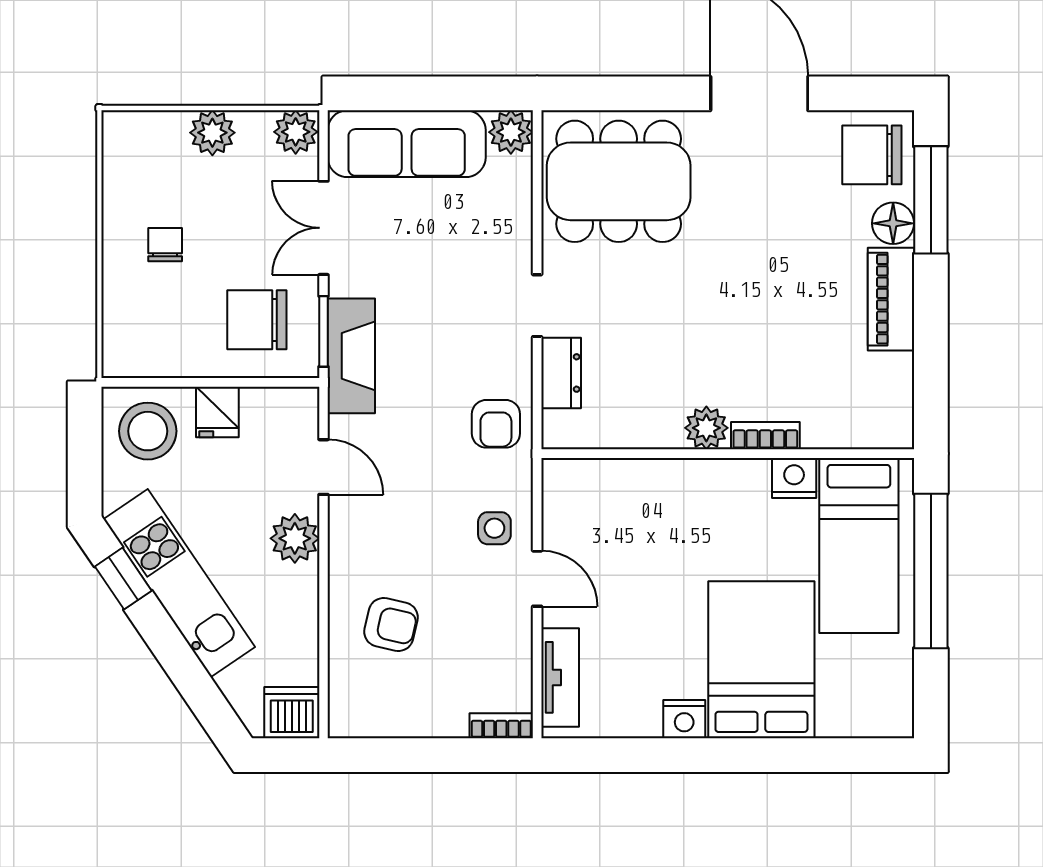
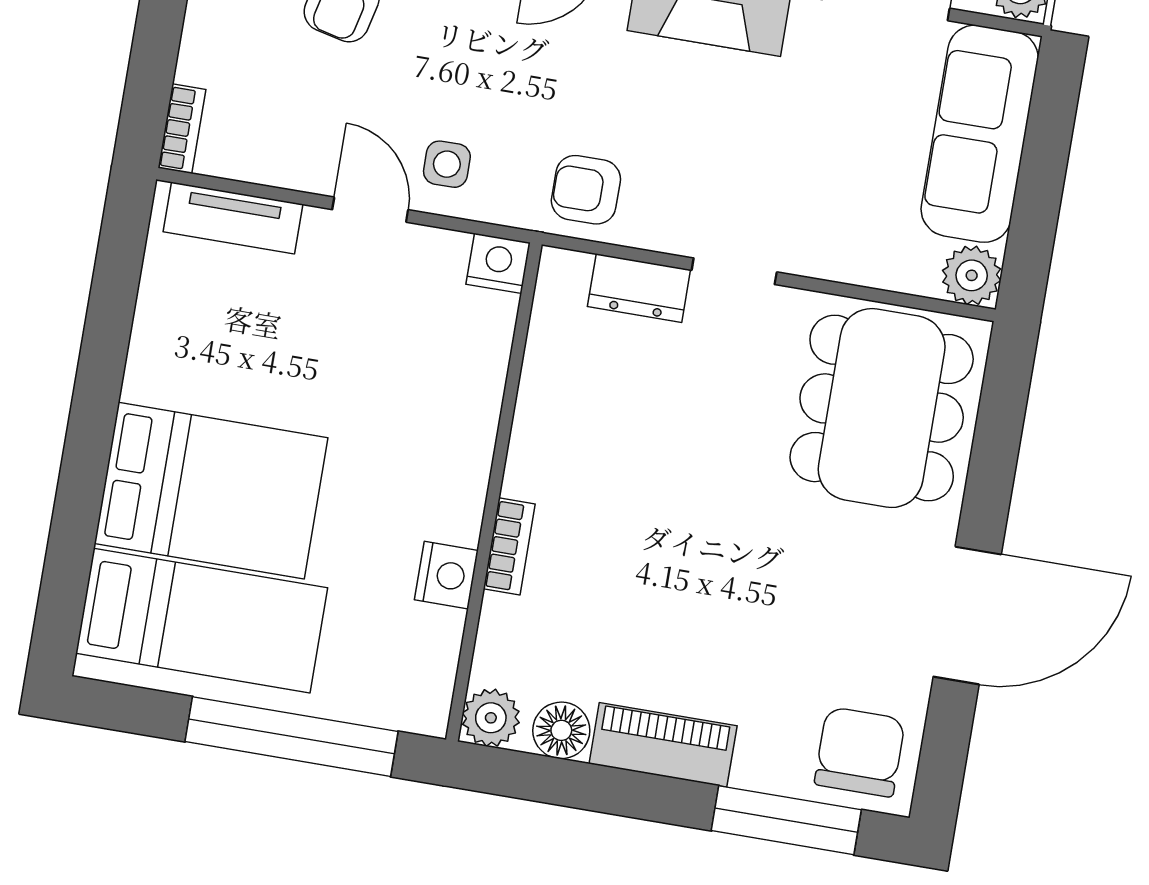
floor lamp: (893, 223) -> (561, 730), moved
plant: (706, 428) -> (491, 718), moved
bed: (859, 545) -> (202, 621), moved, turned 180
door: (537, 579) -> (370, 210), swing flipped
nightstand: (684, 719) -> (498, 263), moved, turned 90

